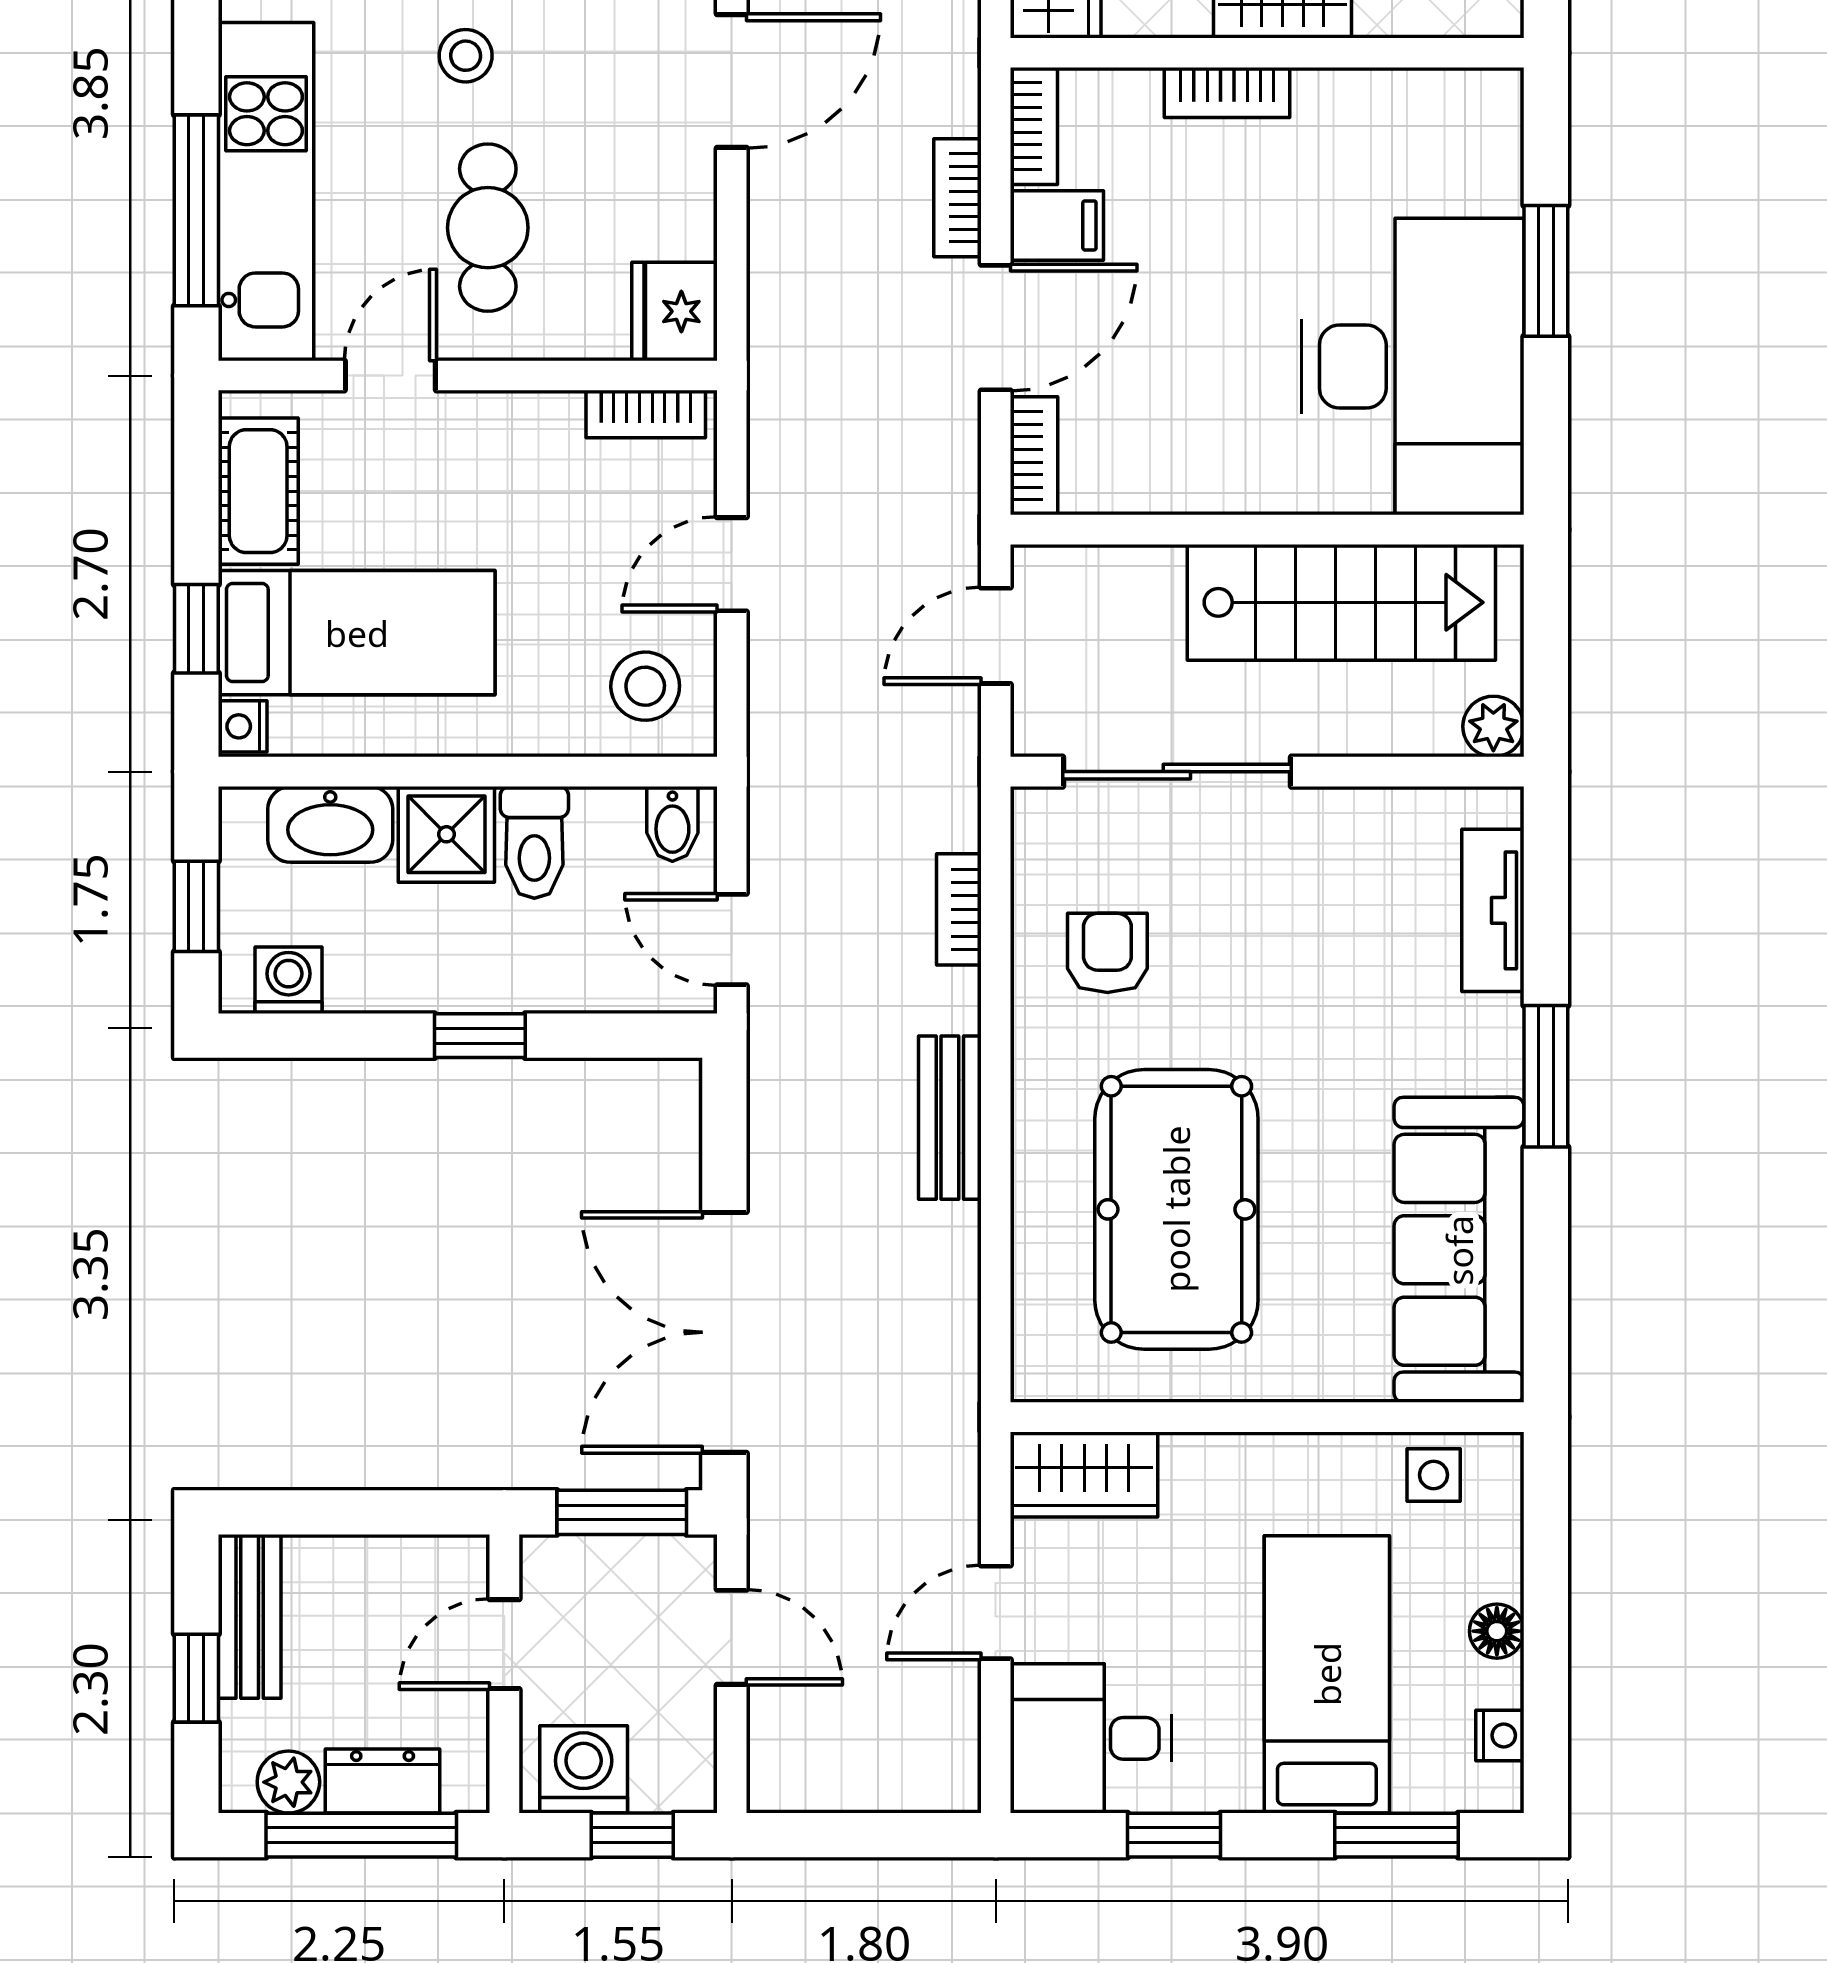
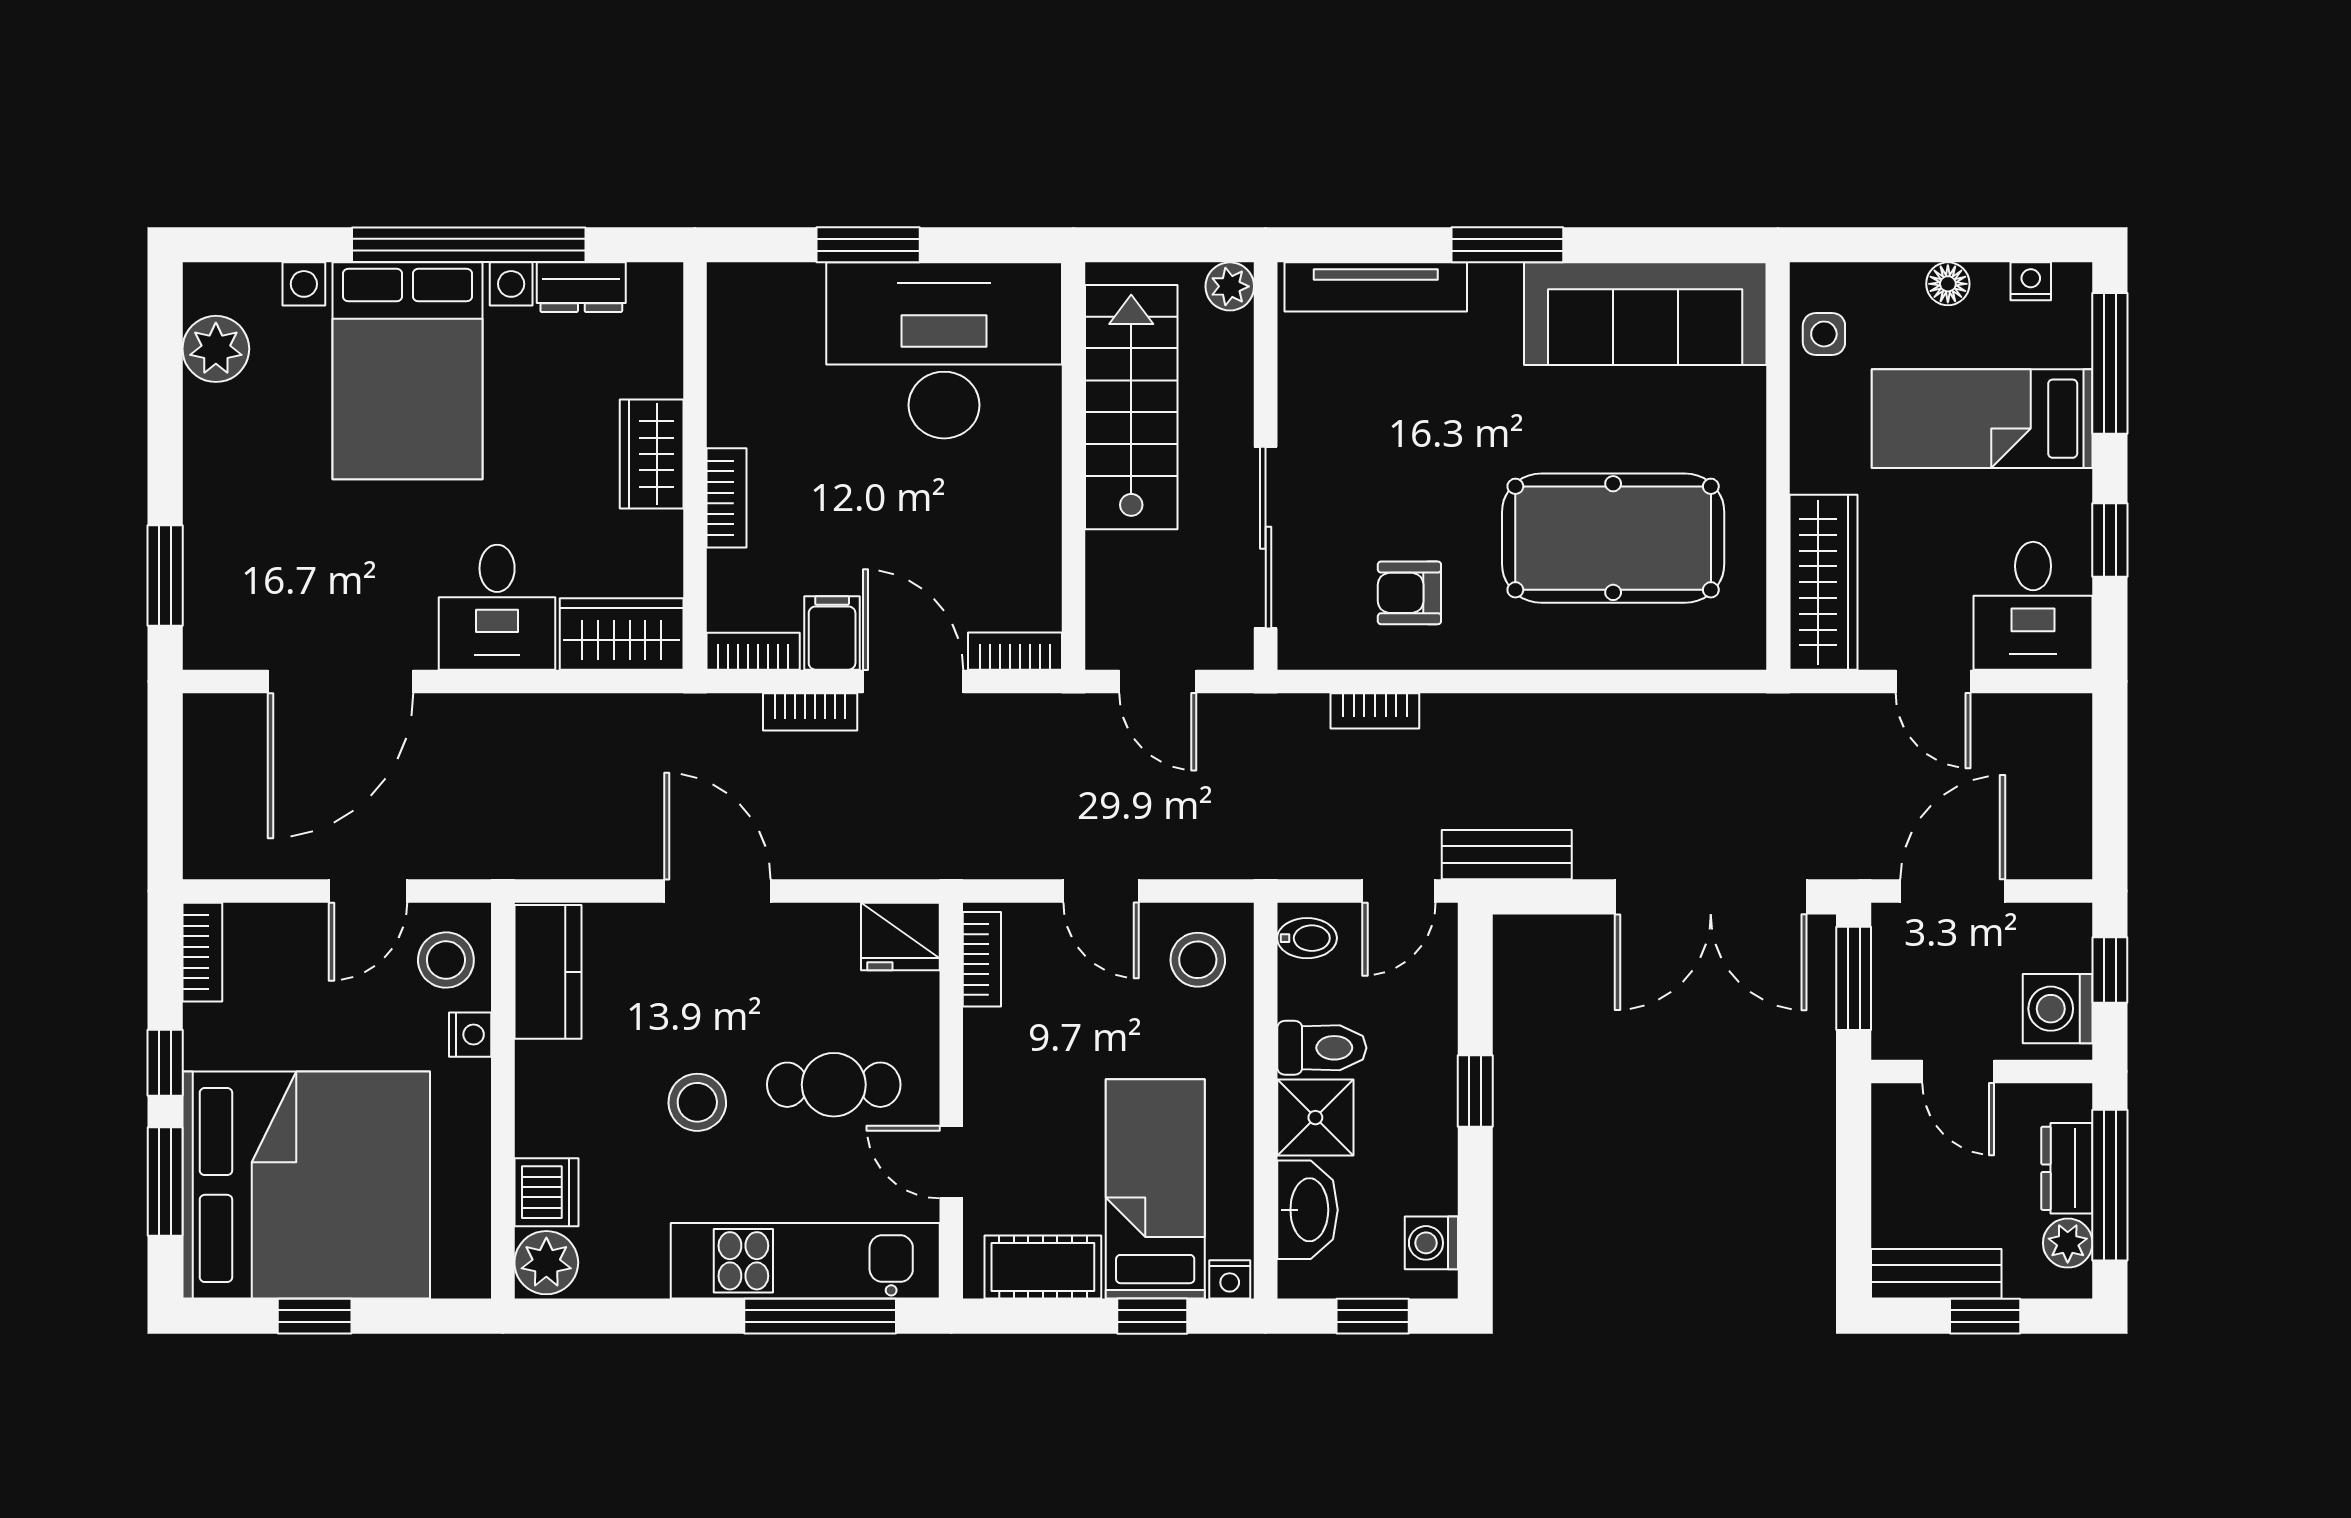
stool: (466, 56) -> (697, 1102), width x1.37, depth x1.37
tv unit: (1493, 910) -> (1376, 287), width x1.41
bench: (950, 1118) -> (1507, 855), moved
wardrobe: (1084, 1474) -> (1824, 582), width x1.50
door: (732, 1637) -> (1953, 891), width x1.38
window: (1396, 1835) -> (2110, 363), width x1.44

